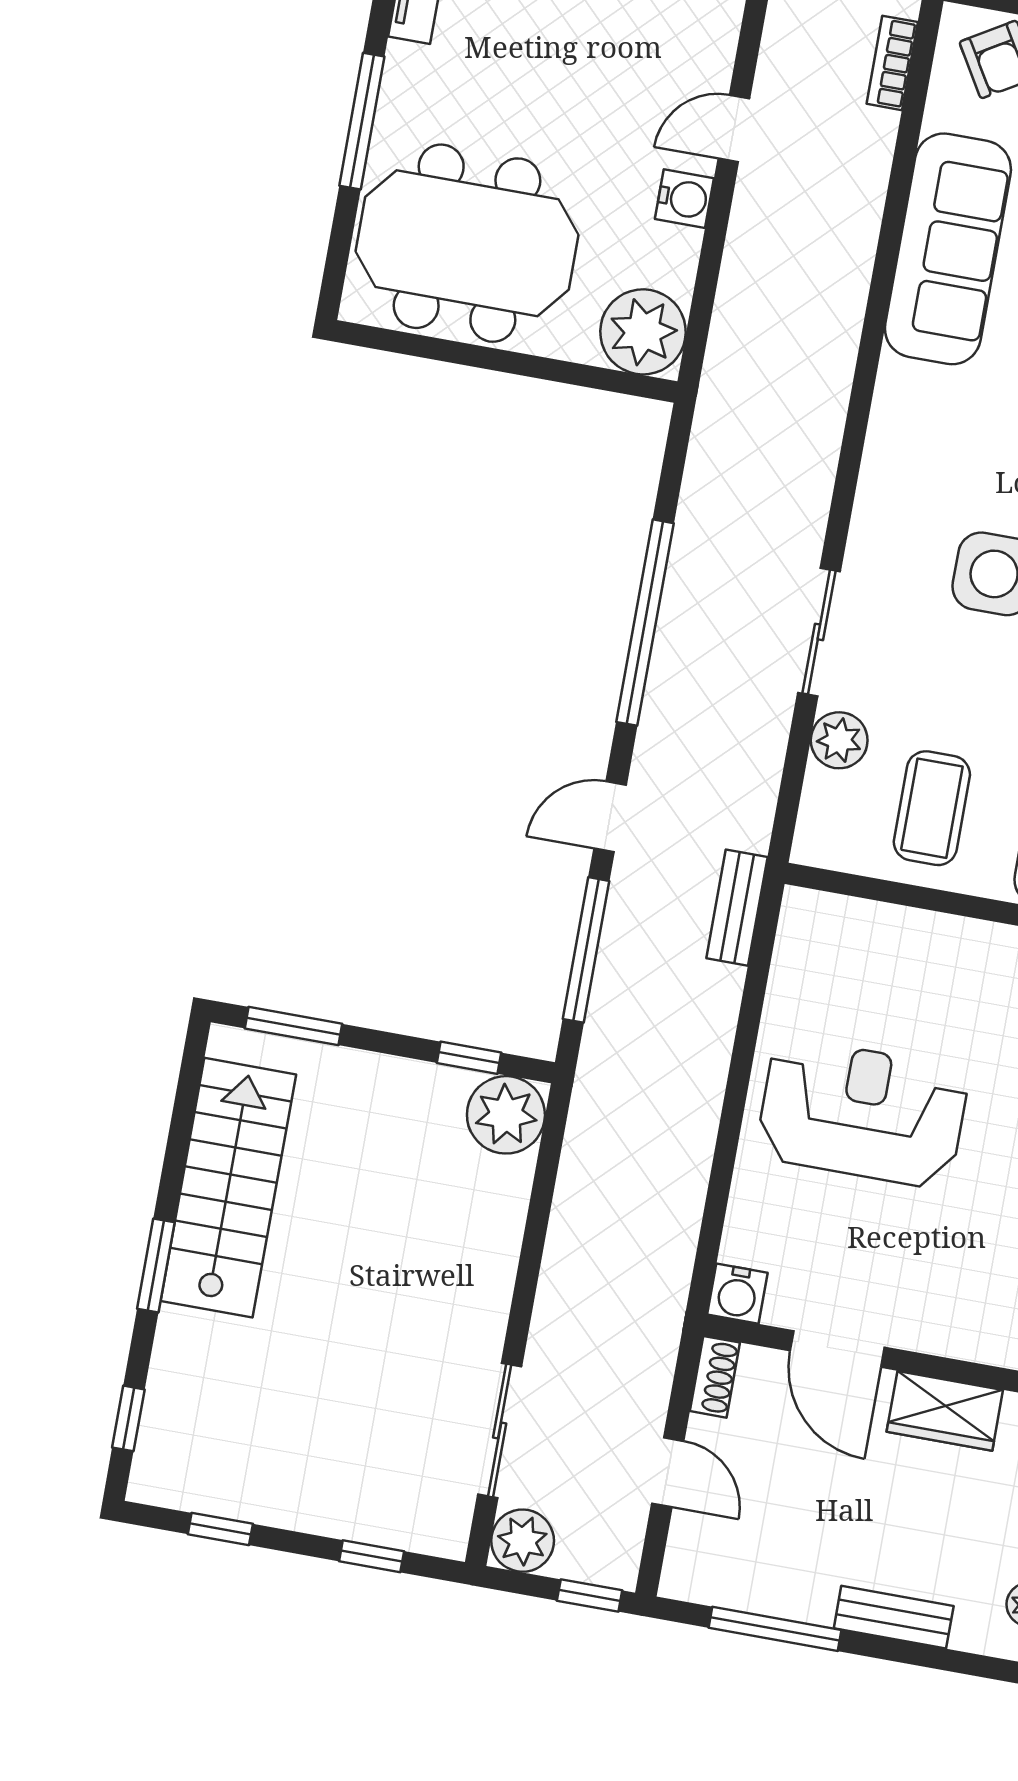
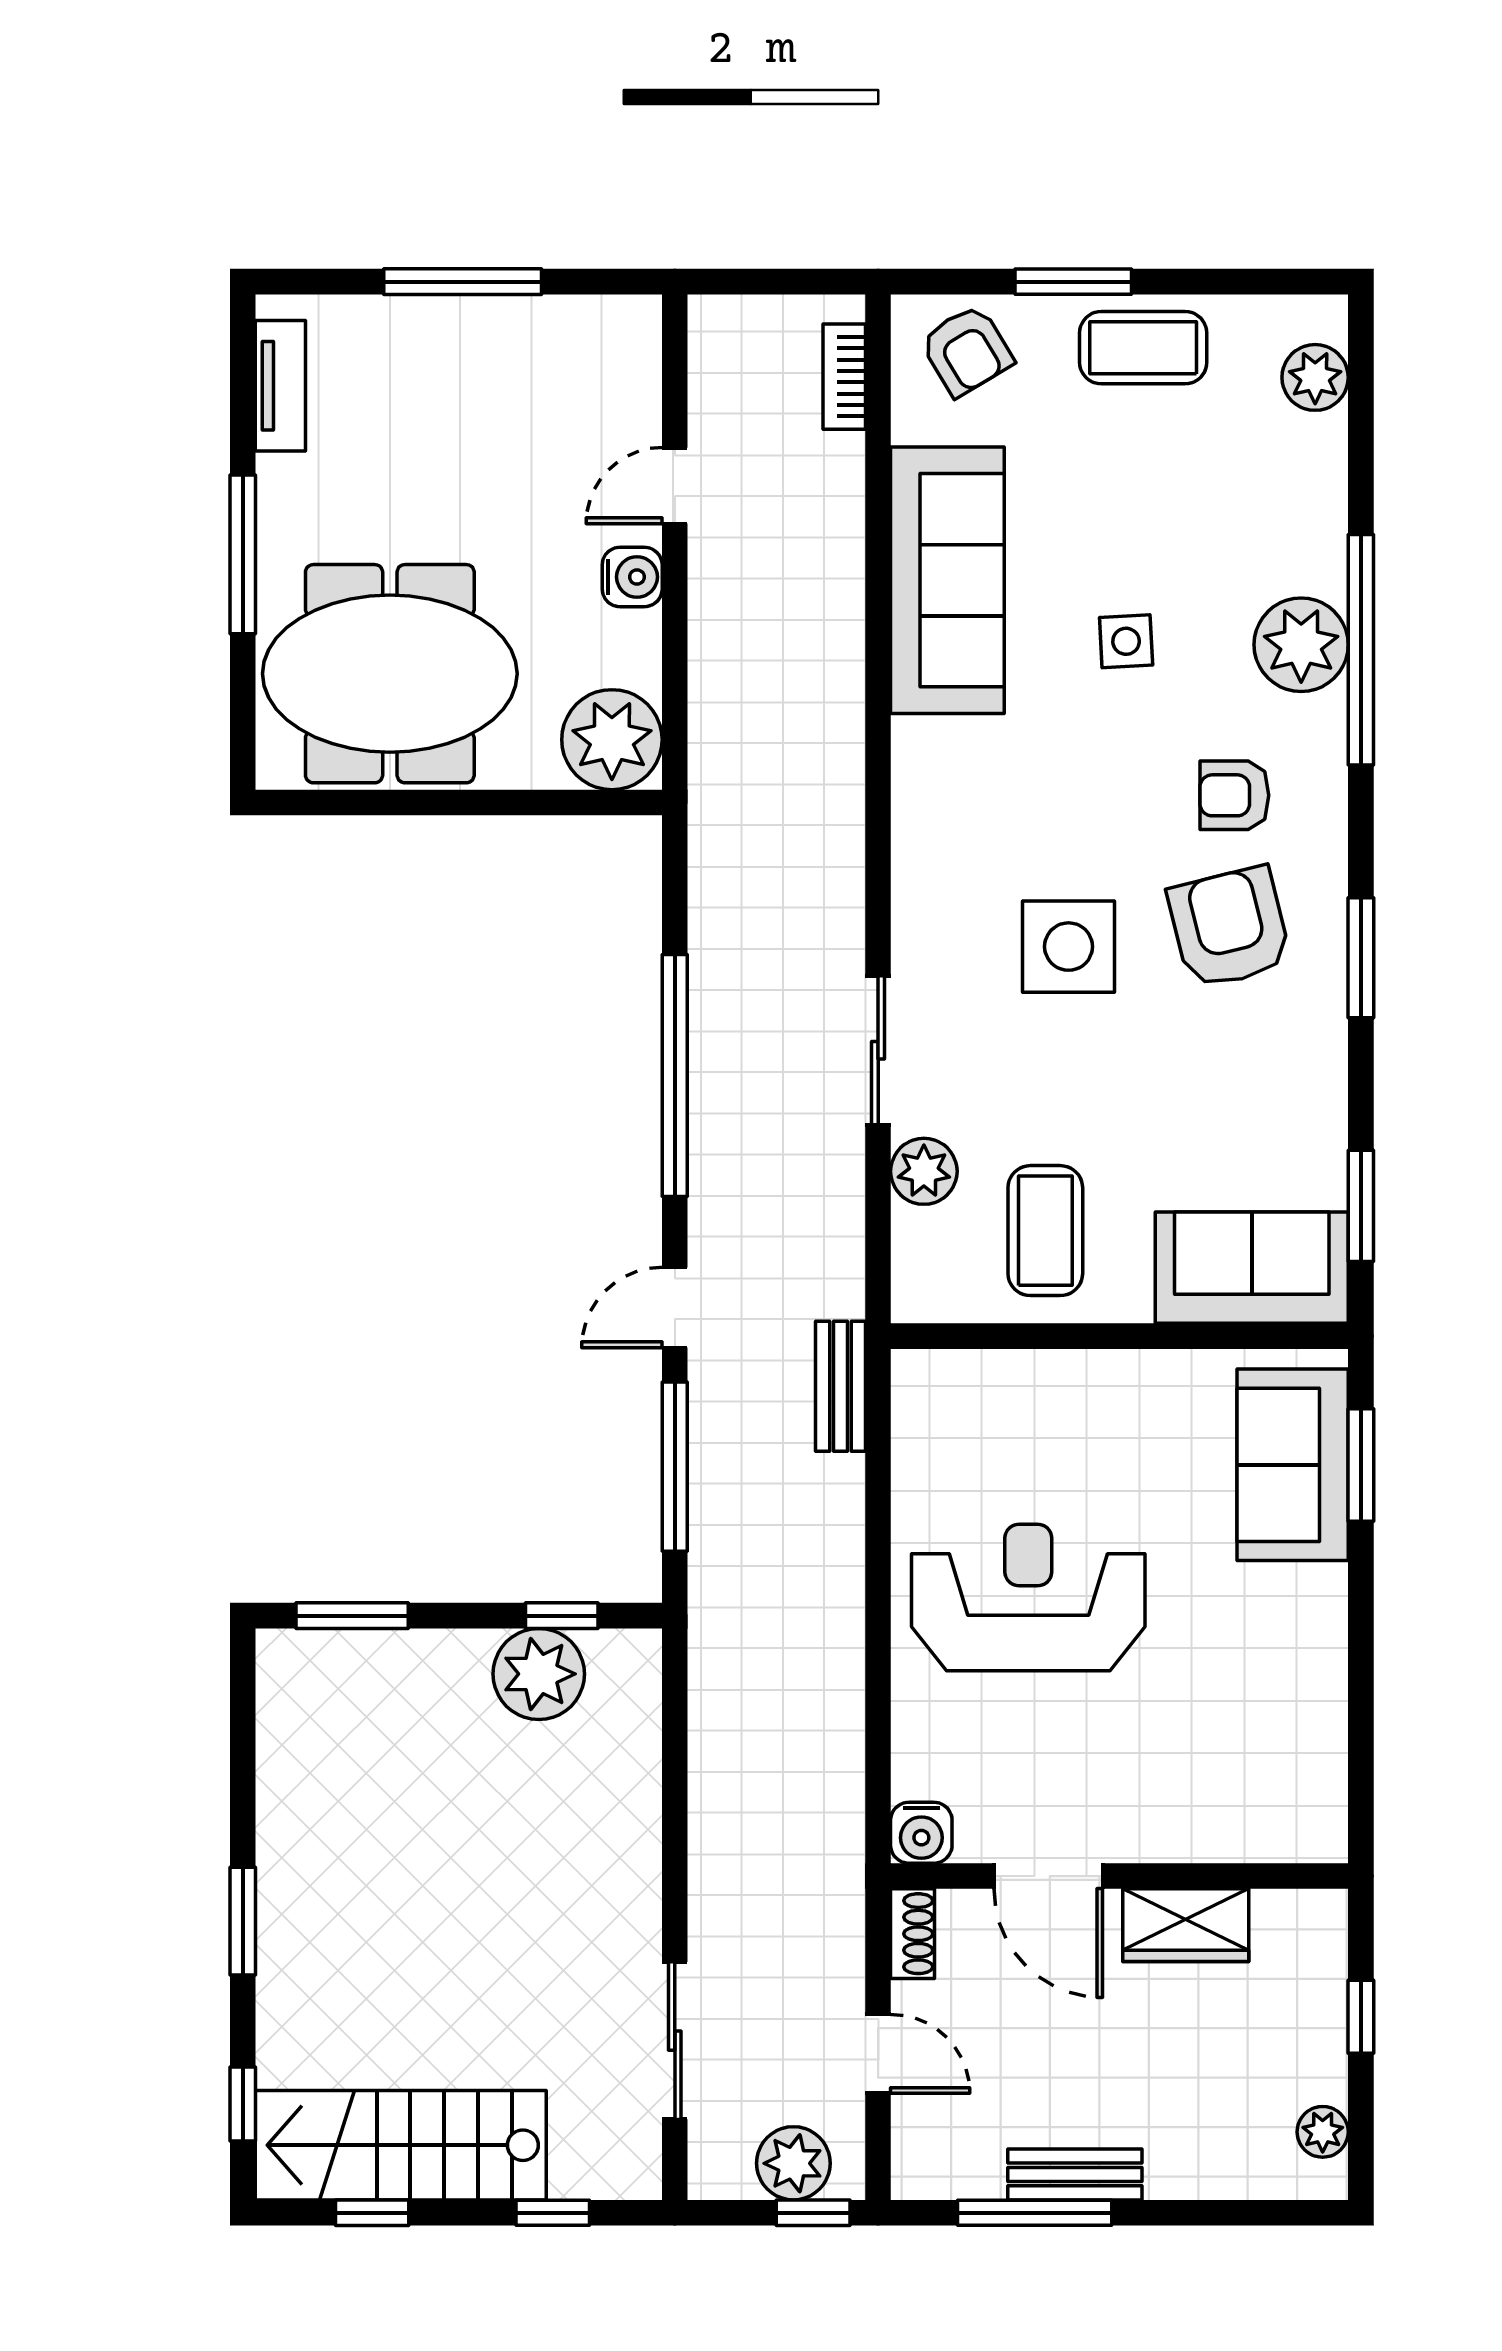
plant: (506, 1115) -> (539, 1674), moved
stairs: (228, 1188) -> (401, 2145), moved, turned -90
plant: (523, 1541) -> (793, 2163), moved
bench: (894, 1617) -> (1075, 2174), moved

